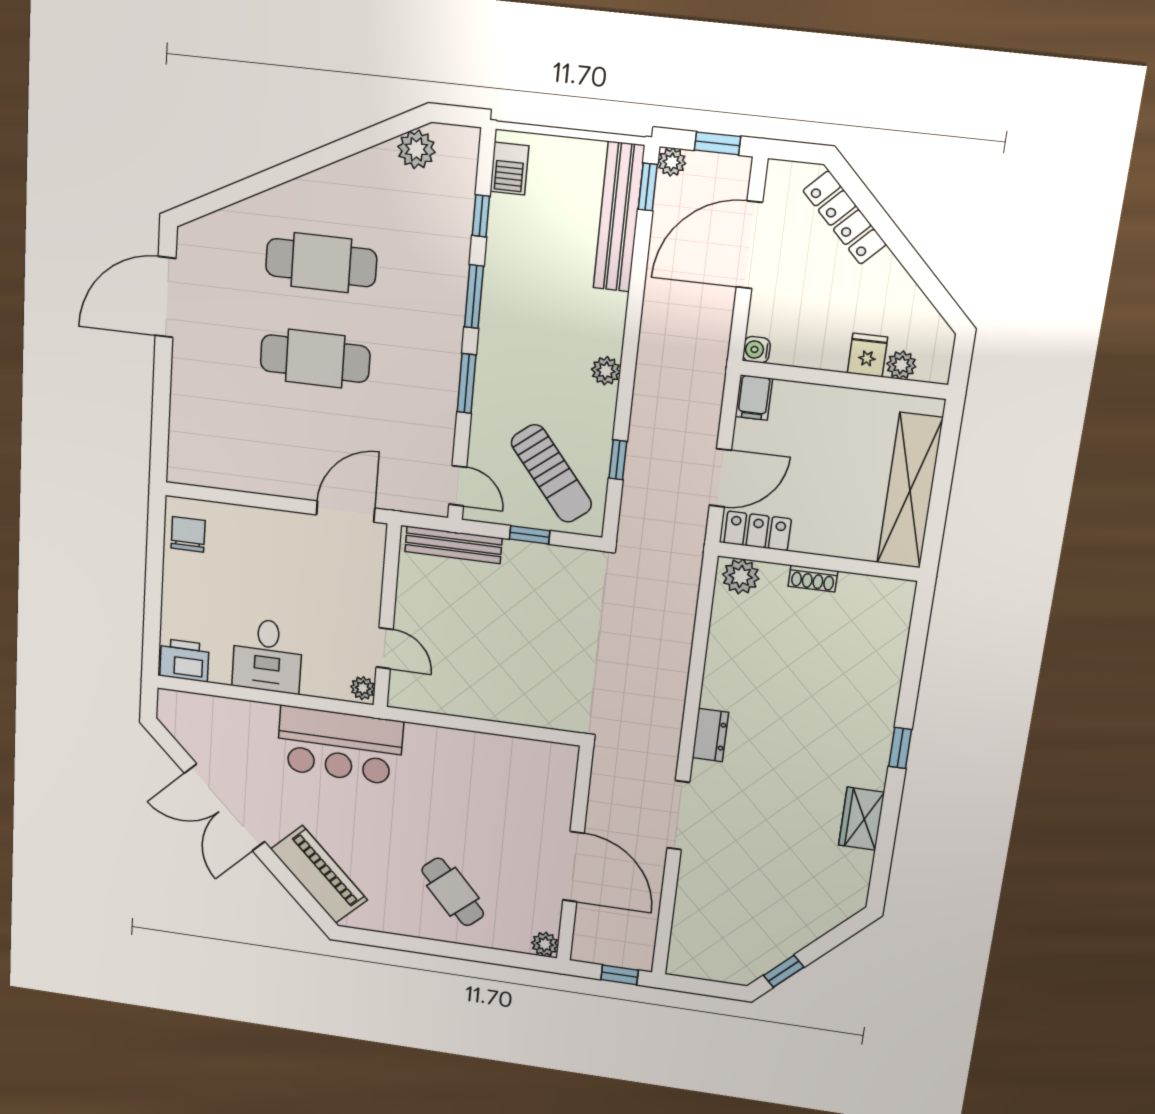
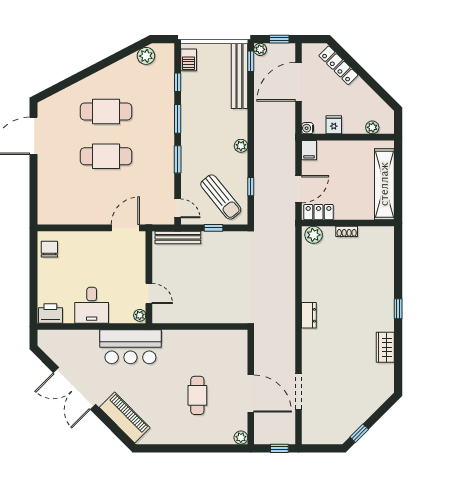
fridge: (867, 355) -> (334, 125), moved
doorway: (678, 815) -> (299, 391), moved
cafe table: (453, 892) -> (197, 395), moved, turned 42

